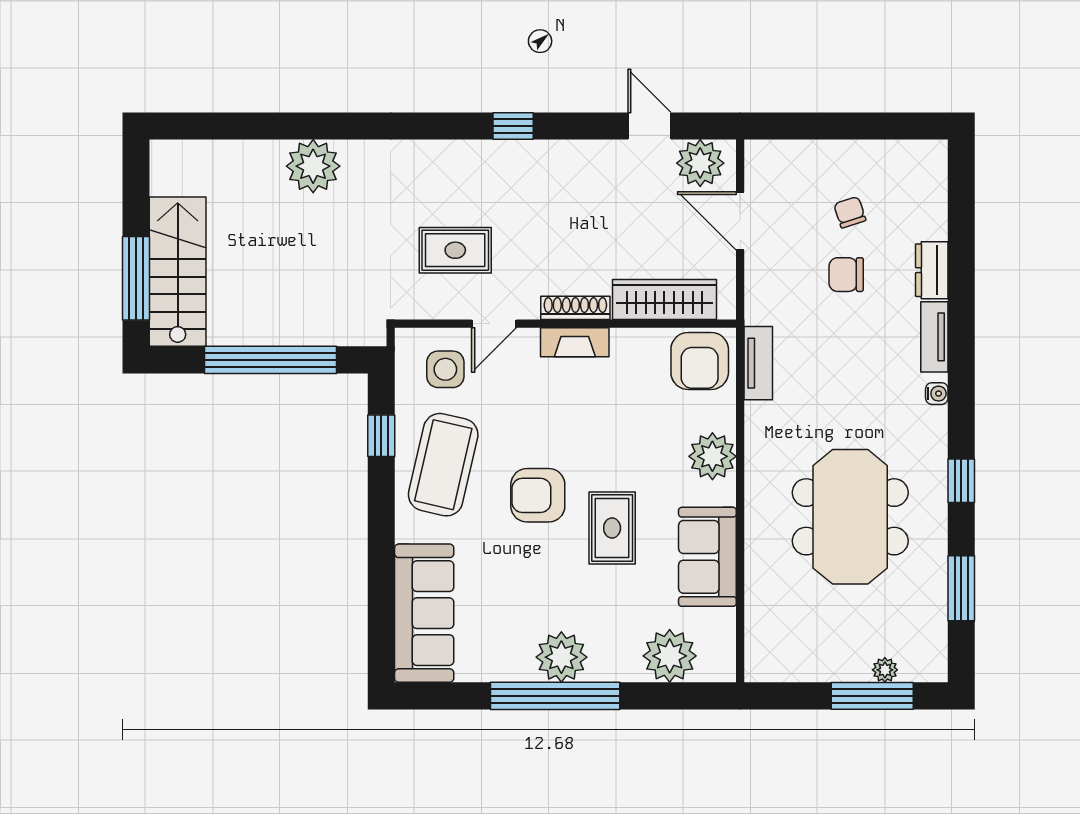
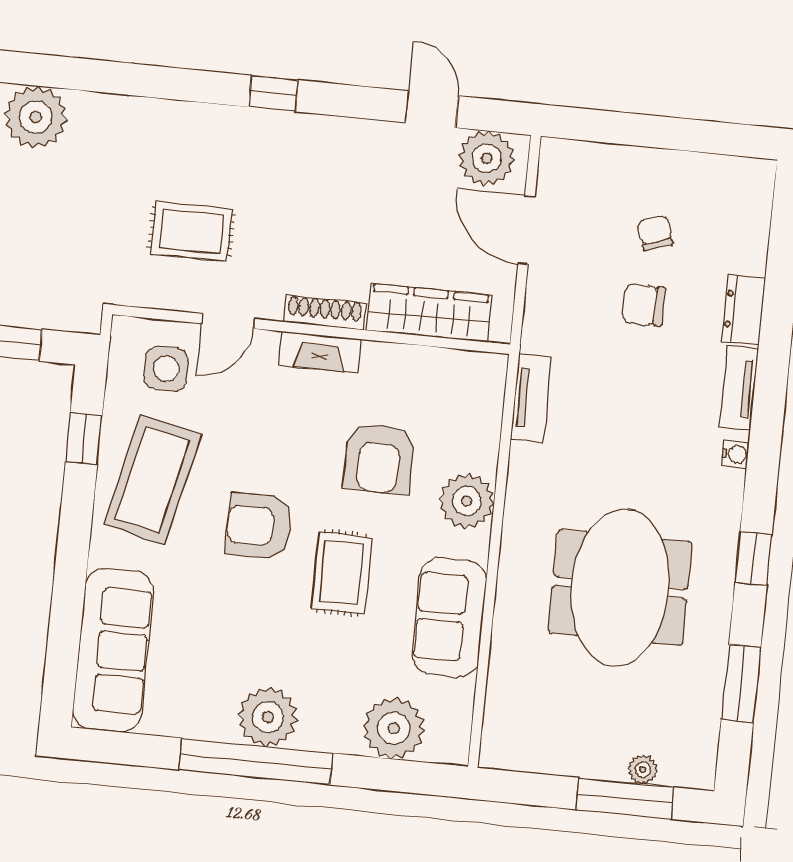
armchair: (700, 361) -> (379, 458), moved

